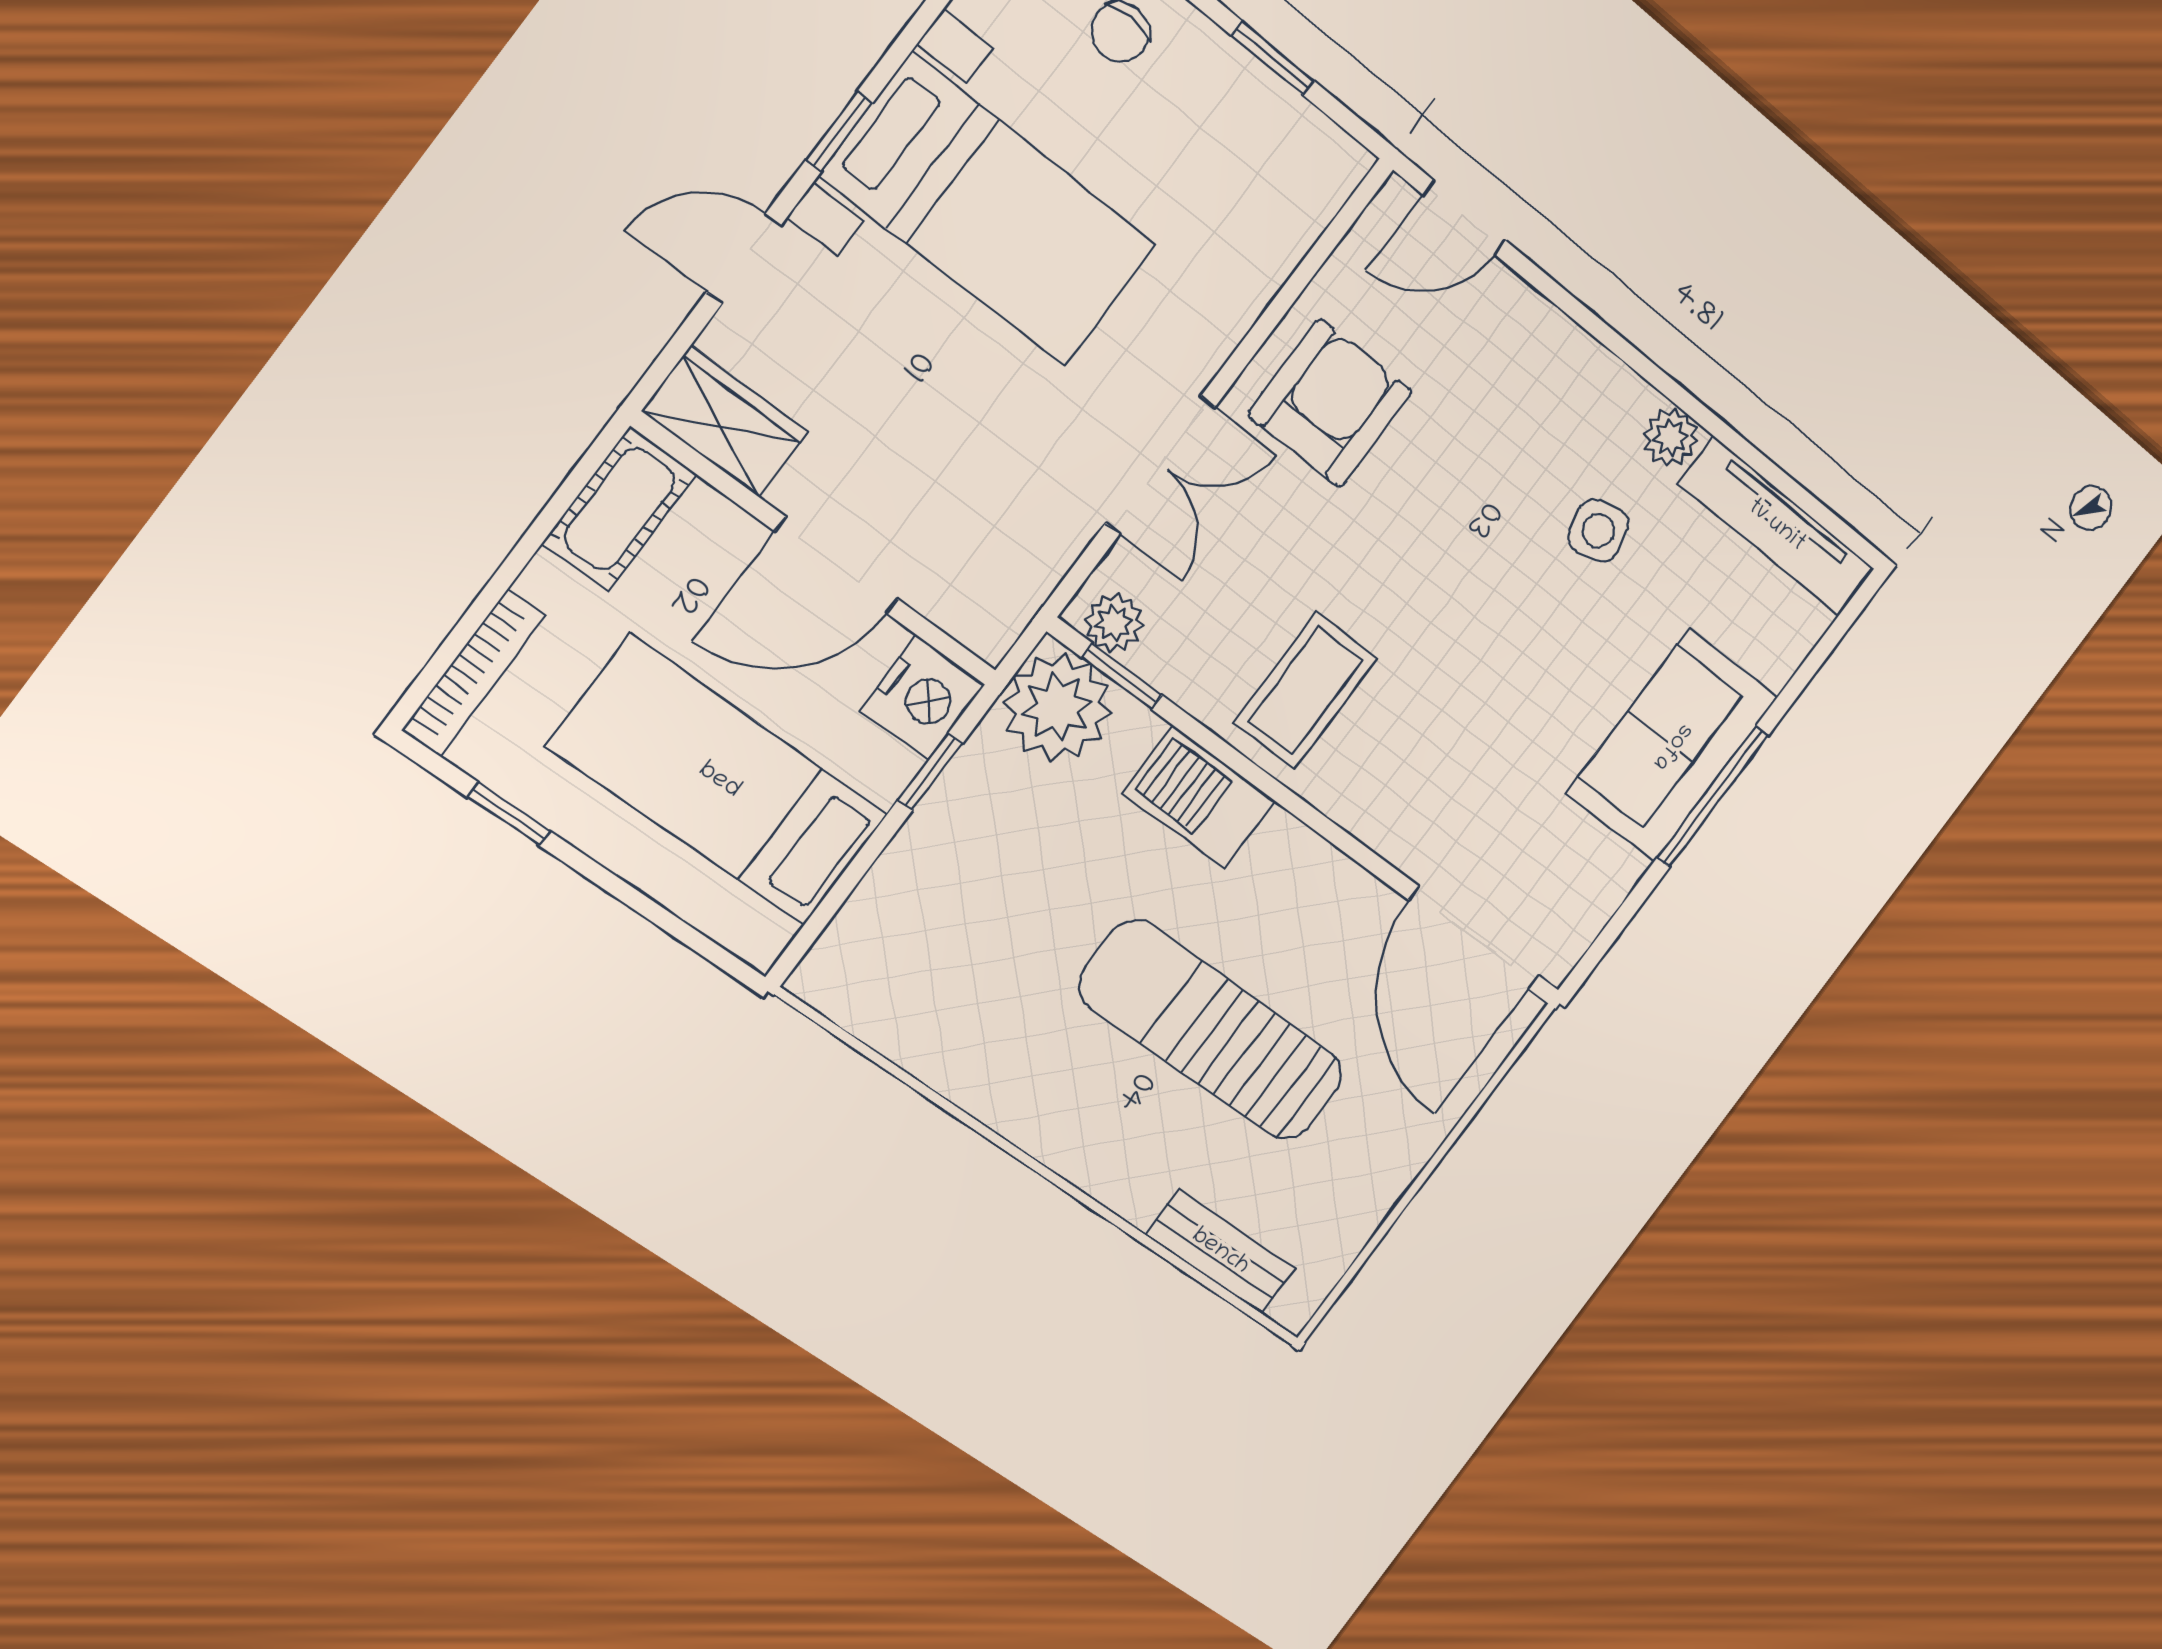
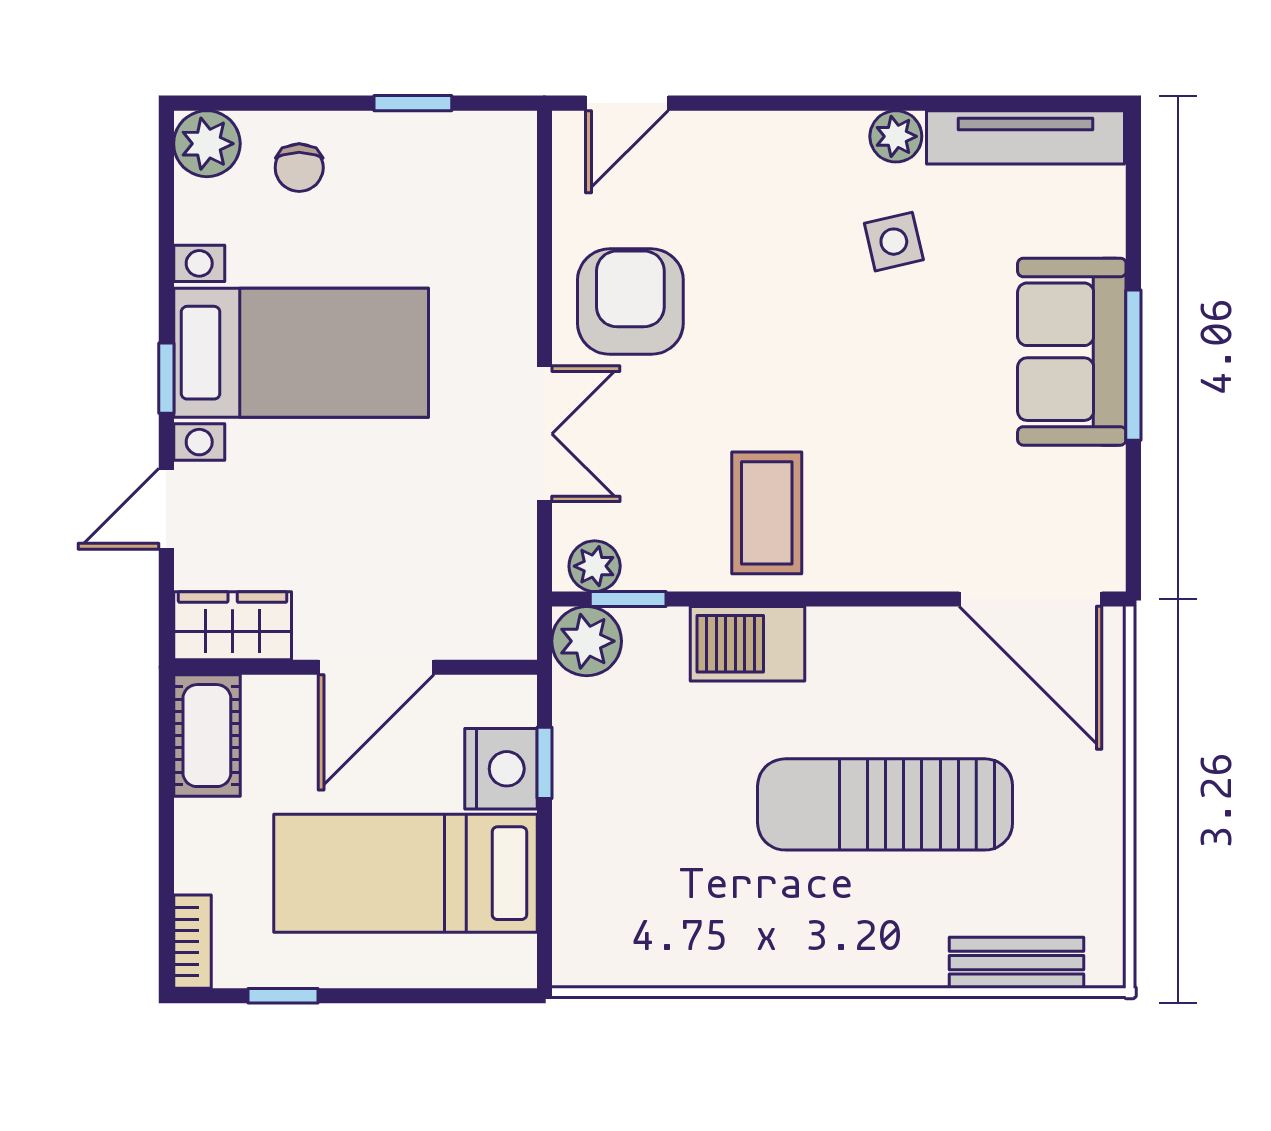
bookcase: (474, 673) -> (192, 942), width x0.64
nightstand: (923, 697) -> (501, 769), moved
plant: (1057, 707) -> (587, 641), width x0.73, depth x0.73

